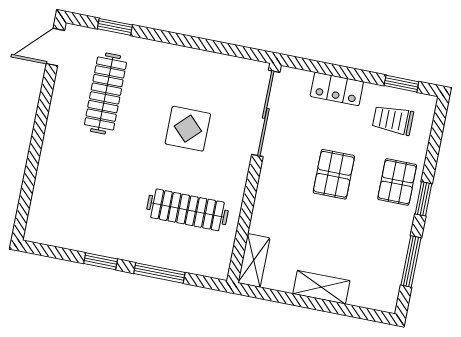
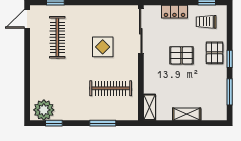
pallet: (334, 174) -> (182, 55), turned 90
plant: (53, 226) -> (44, 110), added
window: (101, 261) -> (54, 123), moved

